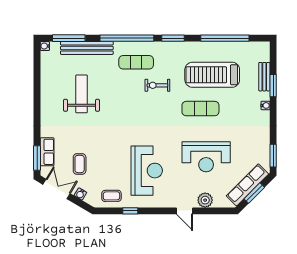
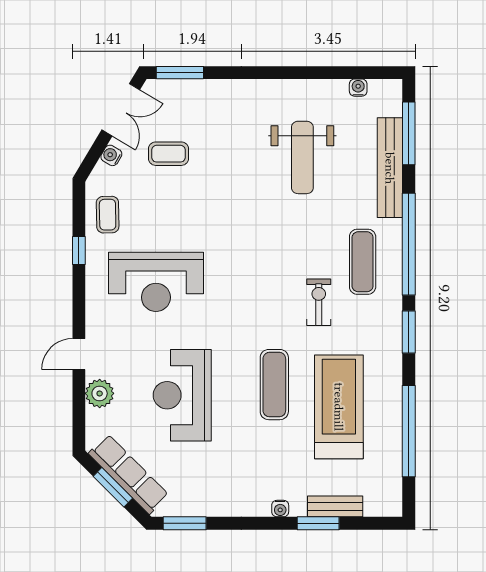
water cooler: (45, 46) -> (358, 88), moved
weight bench: (82, 94) -> (302, 157), turned 90
row of seats: (47, 152) -> (192, 92), removed

